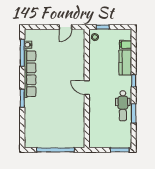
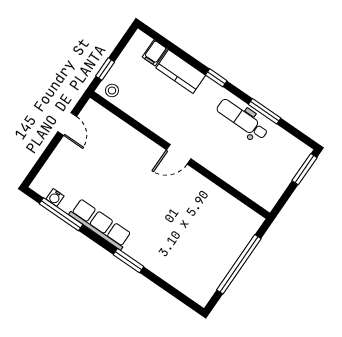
row of seats: (30, 74) -> (100, 224), width x0.73
dental chair: (123, 106) -> (242, 119), turned 180

